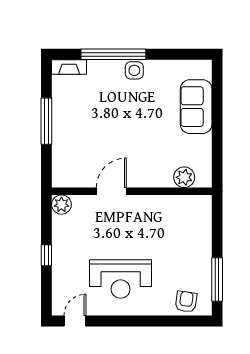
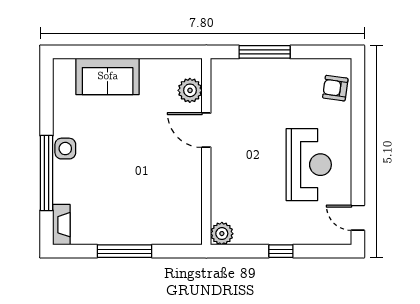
door: (111, 191) -> (206, 130), moved
window: (217, 279) -> (265, 52), moved

